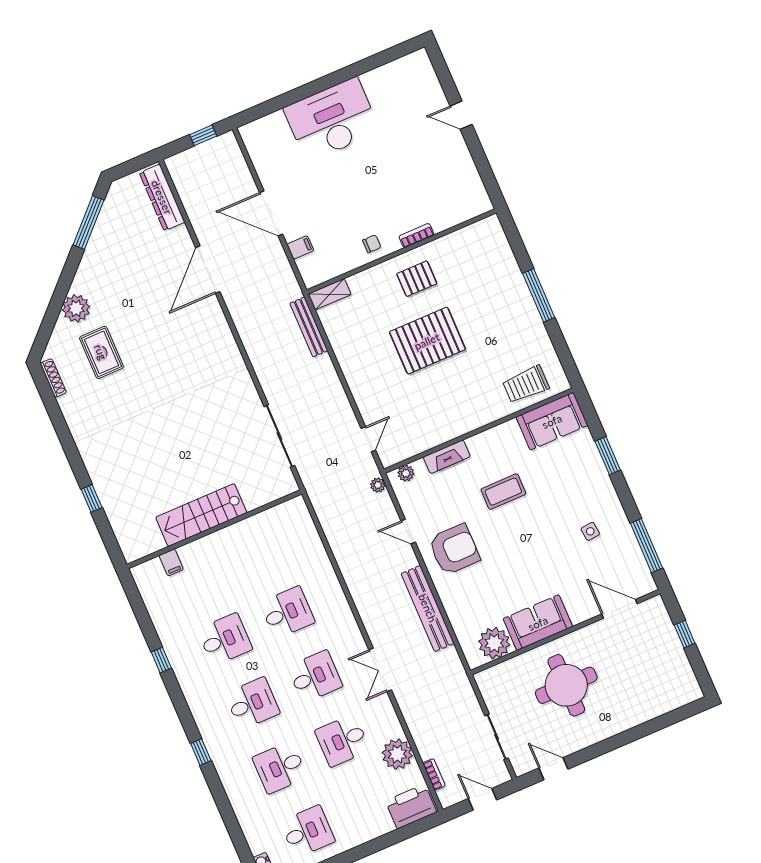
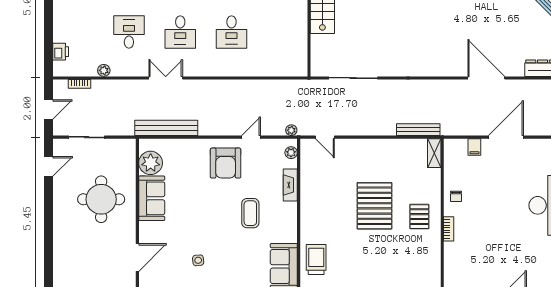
bench: (428, 608) -> (166, 128), moved
plant: (397, 754) -> (104, 70), width x0.53, depth x0.53
printer: (411, 807) -> (61, 52), width x0.53, depth x0.68

